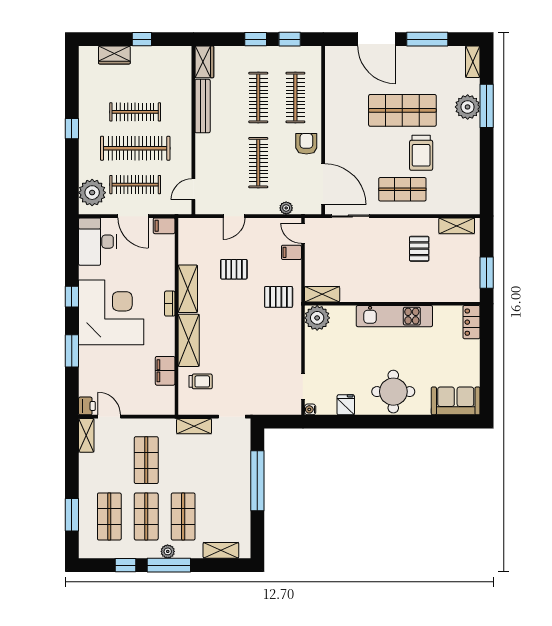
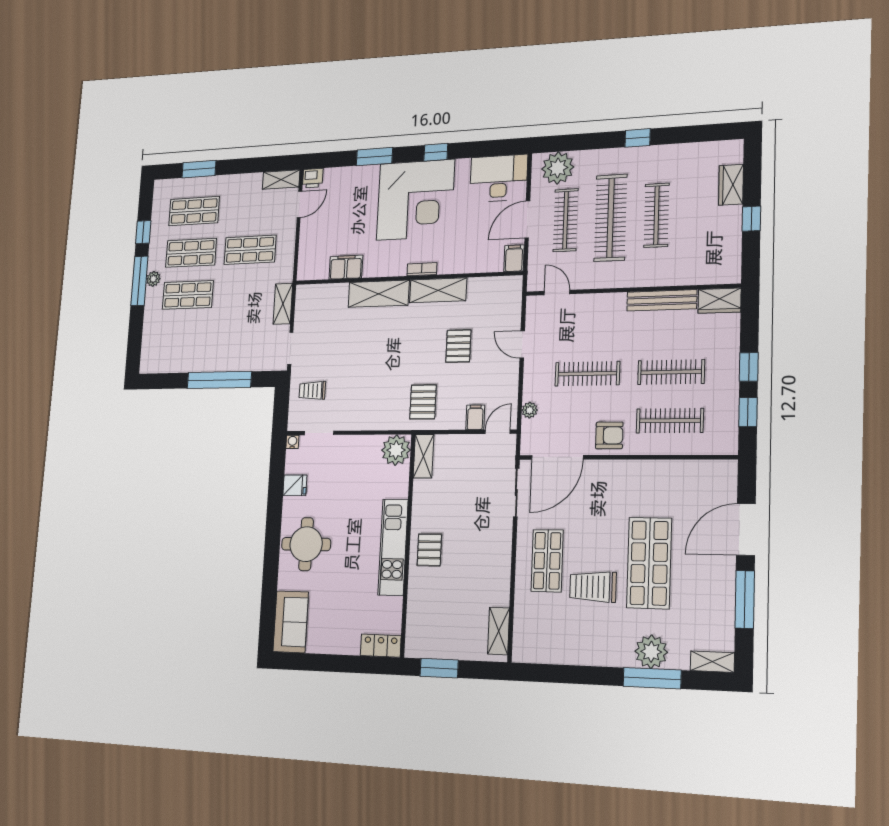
pallet: (419, 249) -> (429, 550), moved, turned 90
trolley: (201, 381) -> (312, 391), moved, turned 90
shelving: (221, 550) -> (150, 339), removed

